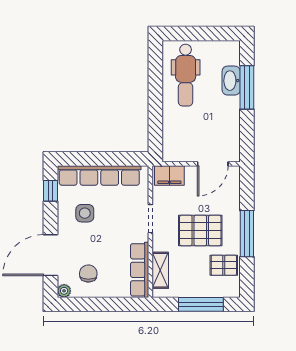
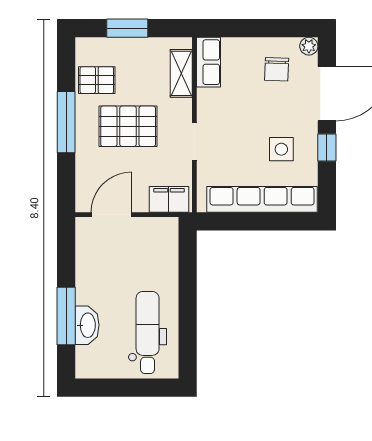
window: (50, 191) -> (327, 147), moved
row of seats: (140, 270) -> (208, 62), width x0.68
window: (201, 304) -> (127, 28), width x0.69

